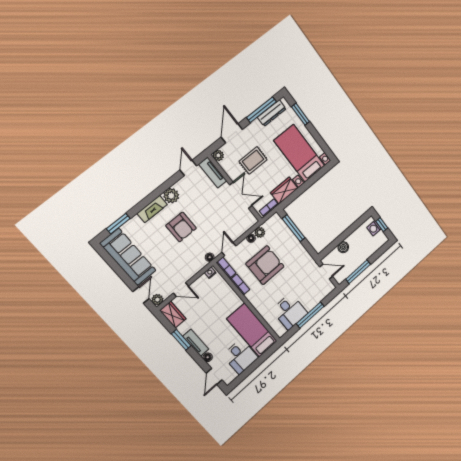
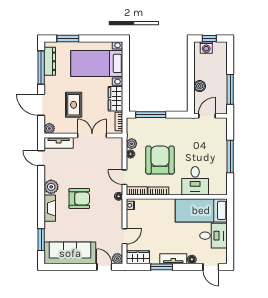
desk: (290, 311) -> (195, 181), moved, turned 90

